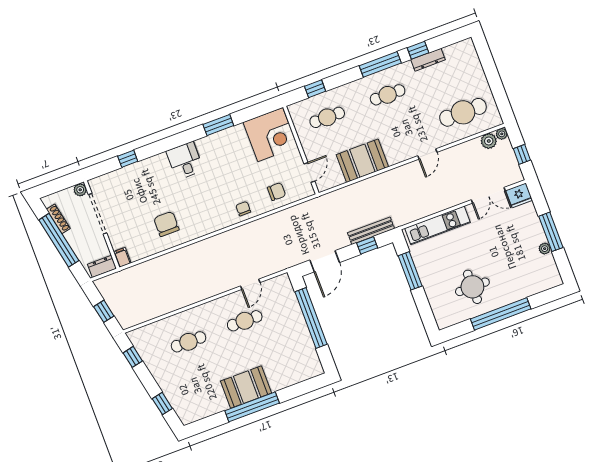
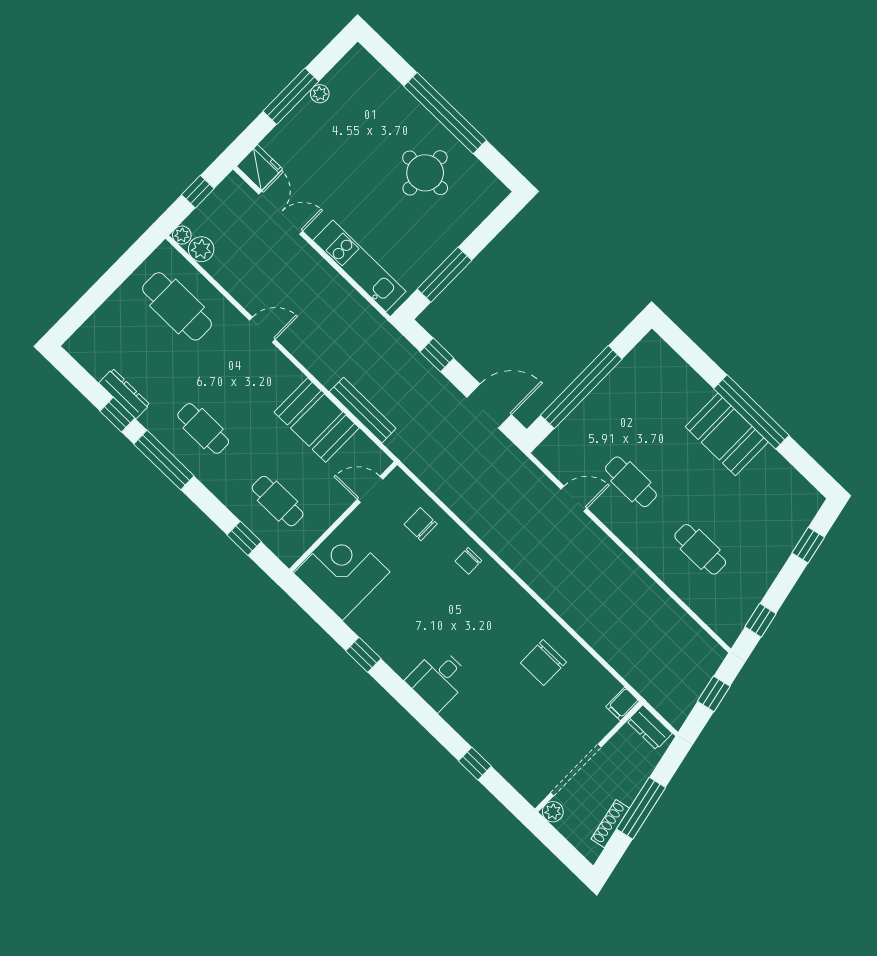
window: (218, 125) -> (363, 655), width x0.67
bench: (371, 231) -> (363, 410), moved
window: (59, 240) -> (641, 808), width x0.68

